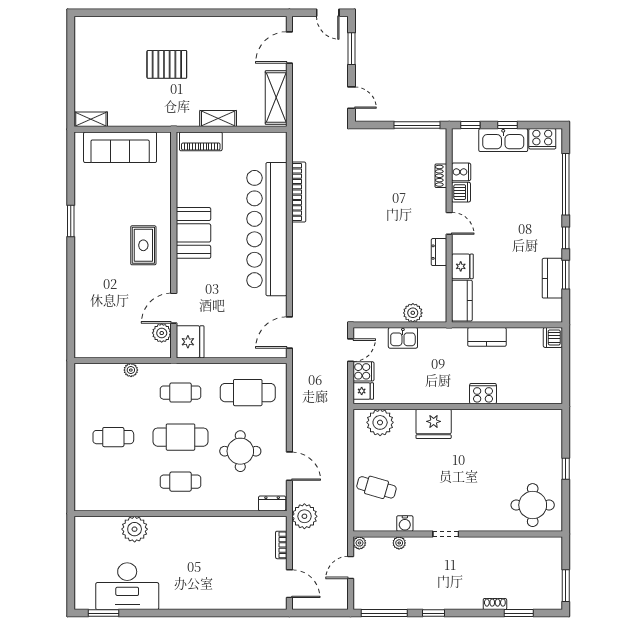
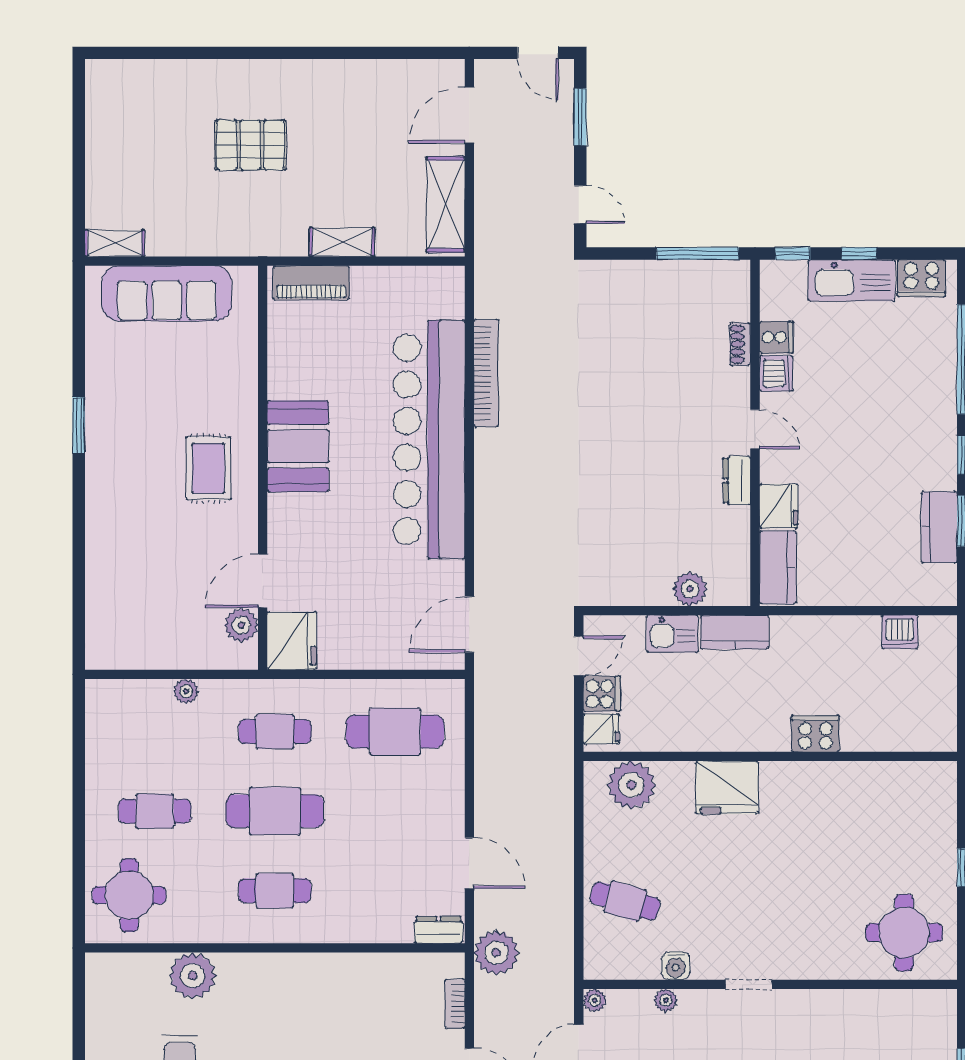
kitchen counter: (487, 337) -> (735, 632), moved
dishwasher: (553, 337) -> (900, 632), moved, turned -90
round table: (240, 451) -> (129, 895), moved

